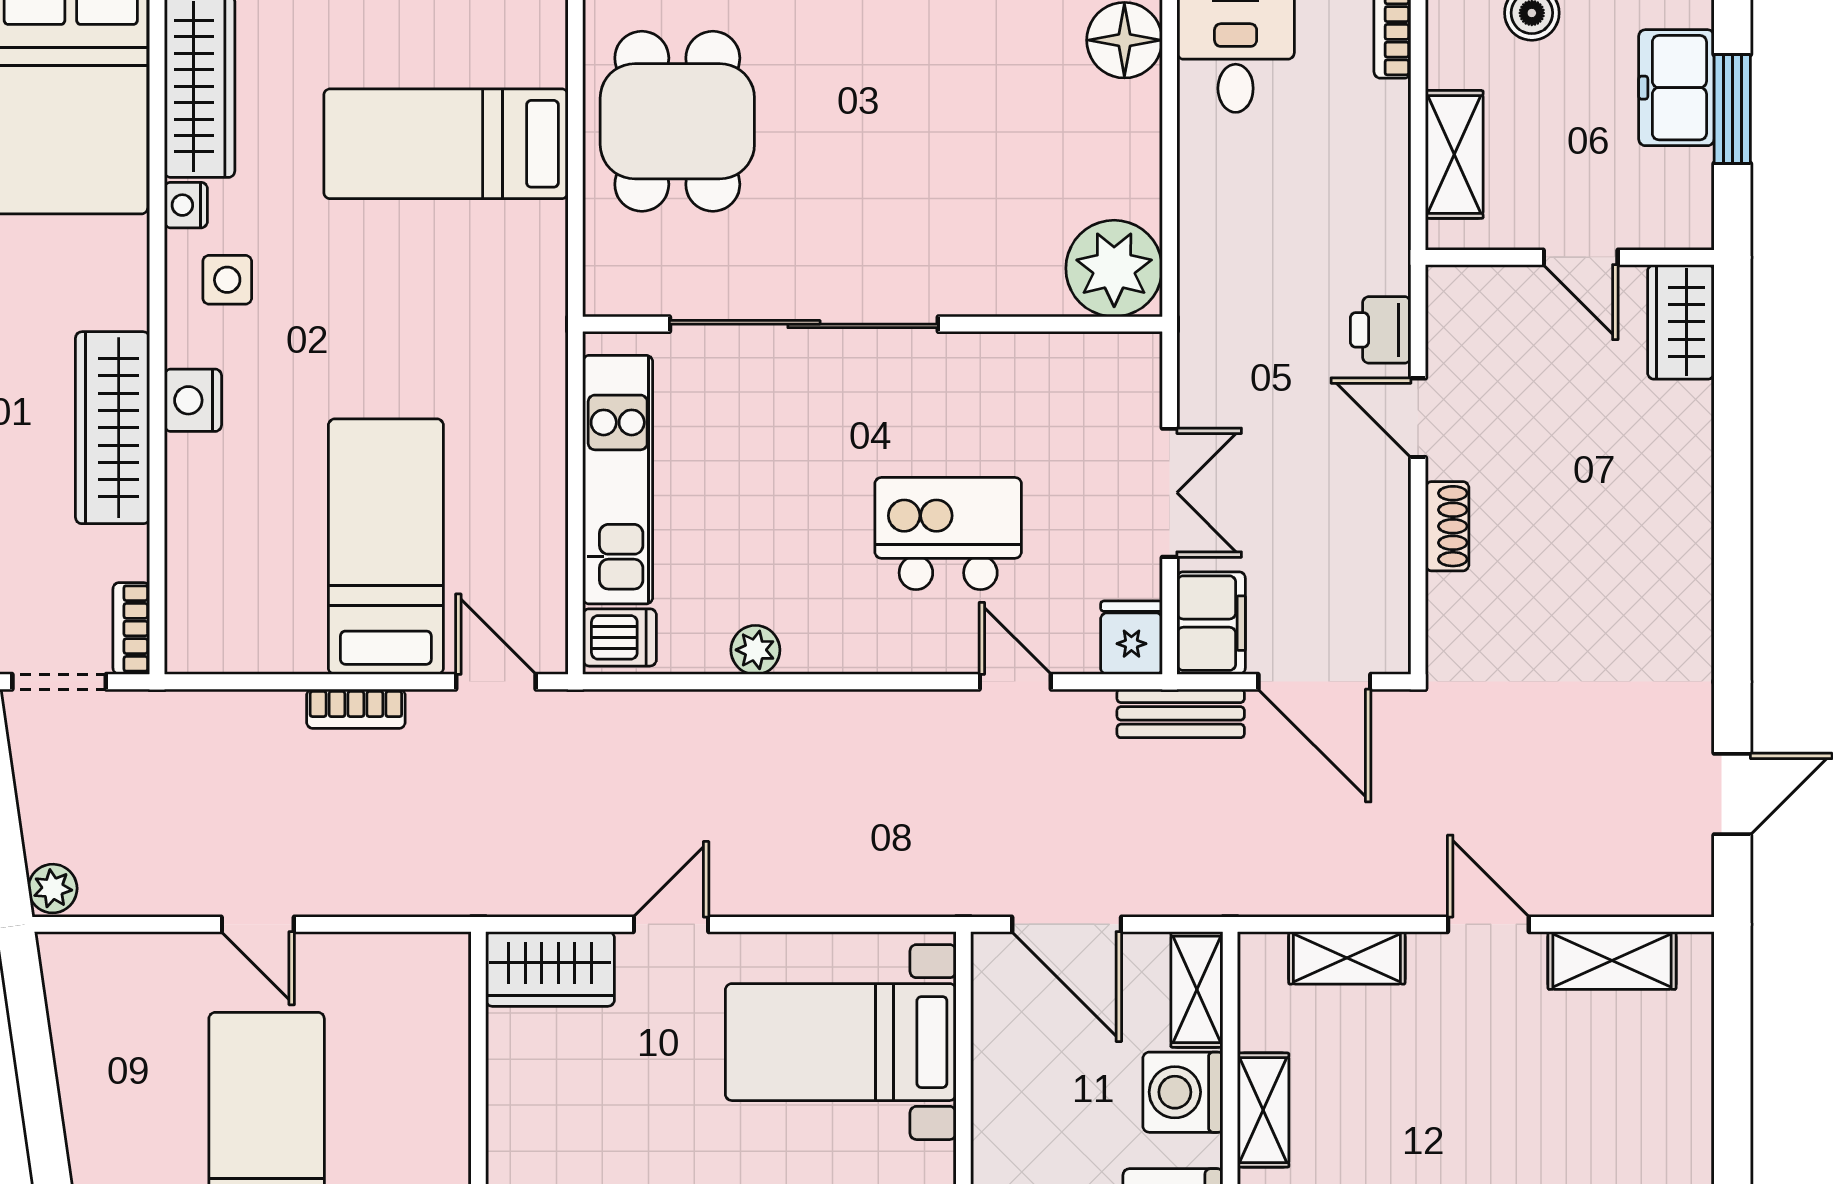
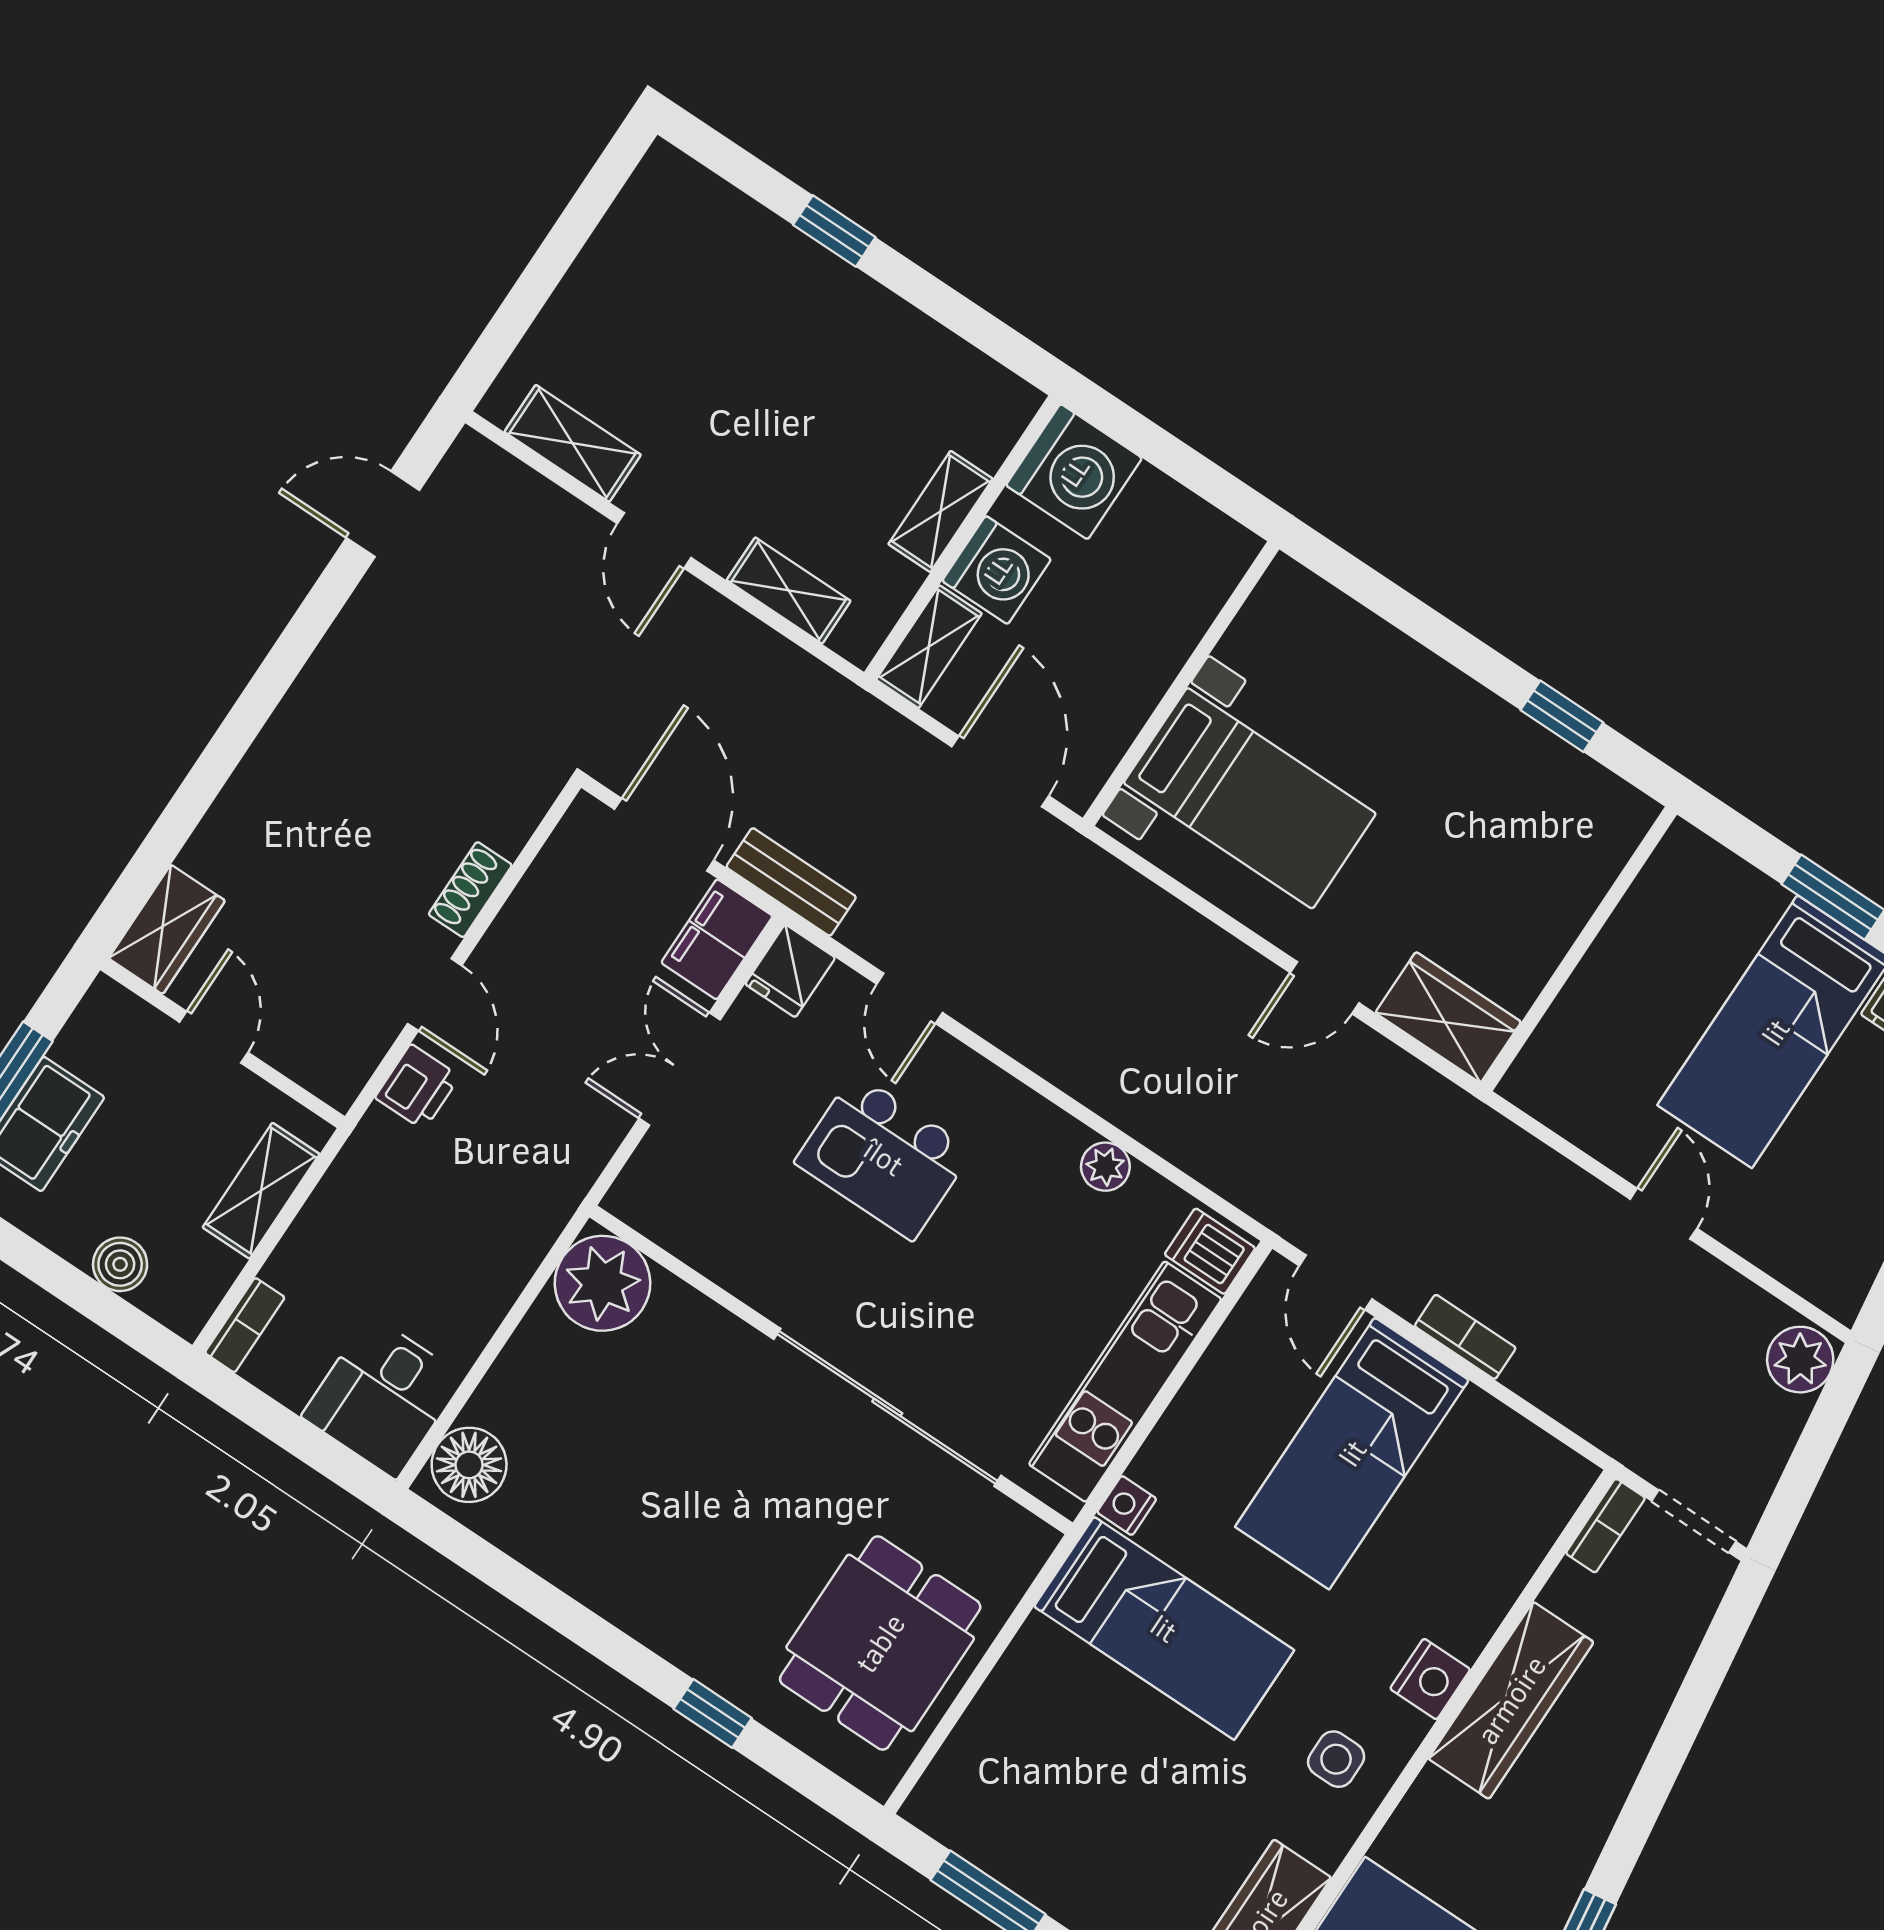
bed: (446, 144) -> (1164, 1628), moved
nightstand: (186, 205) -> (1127, 1506), moved, turned 180
plant: (53, 889) -> (1800, 1360), width x1.38, depth x1.38

